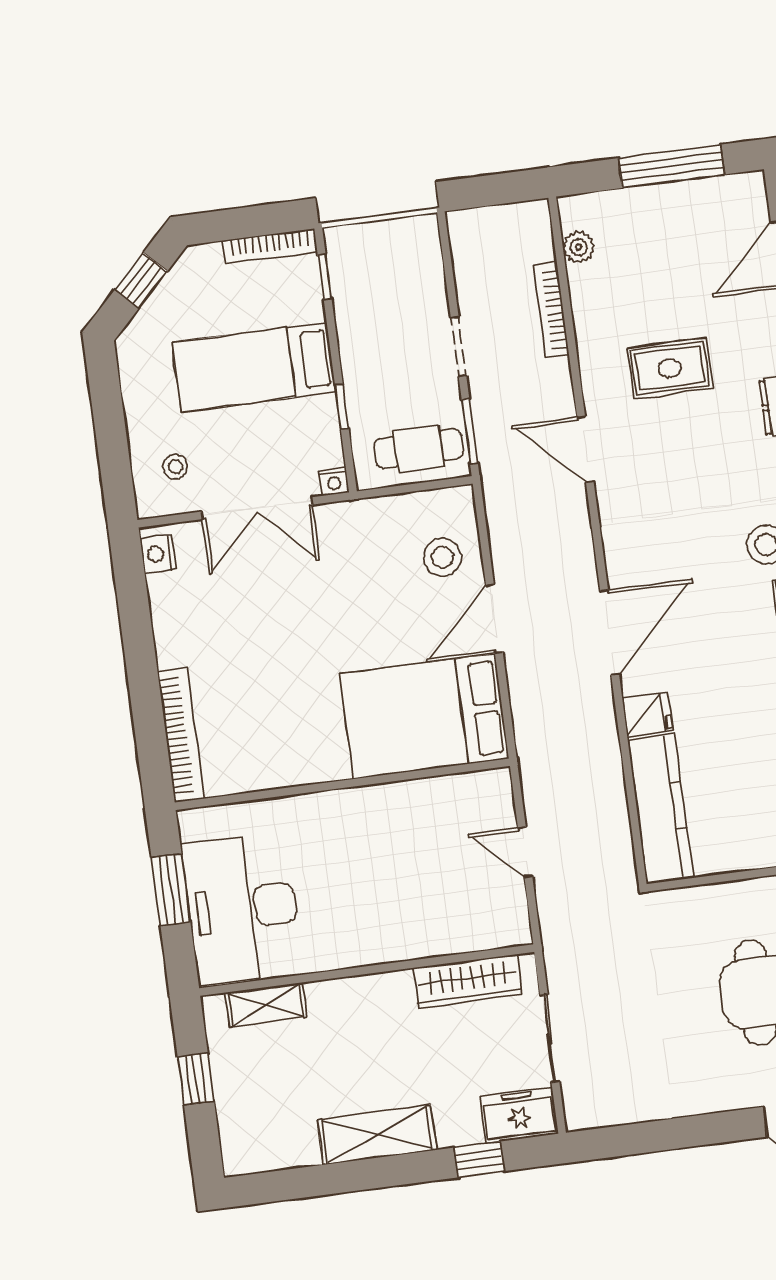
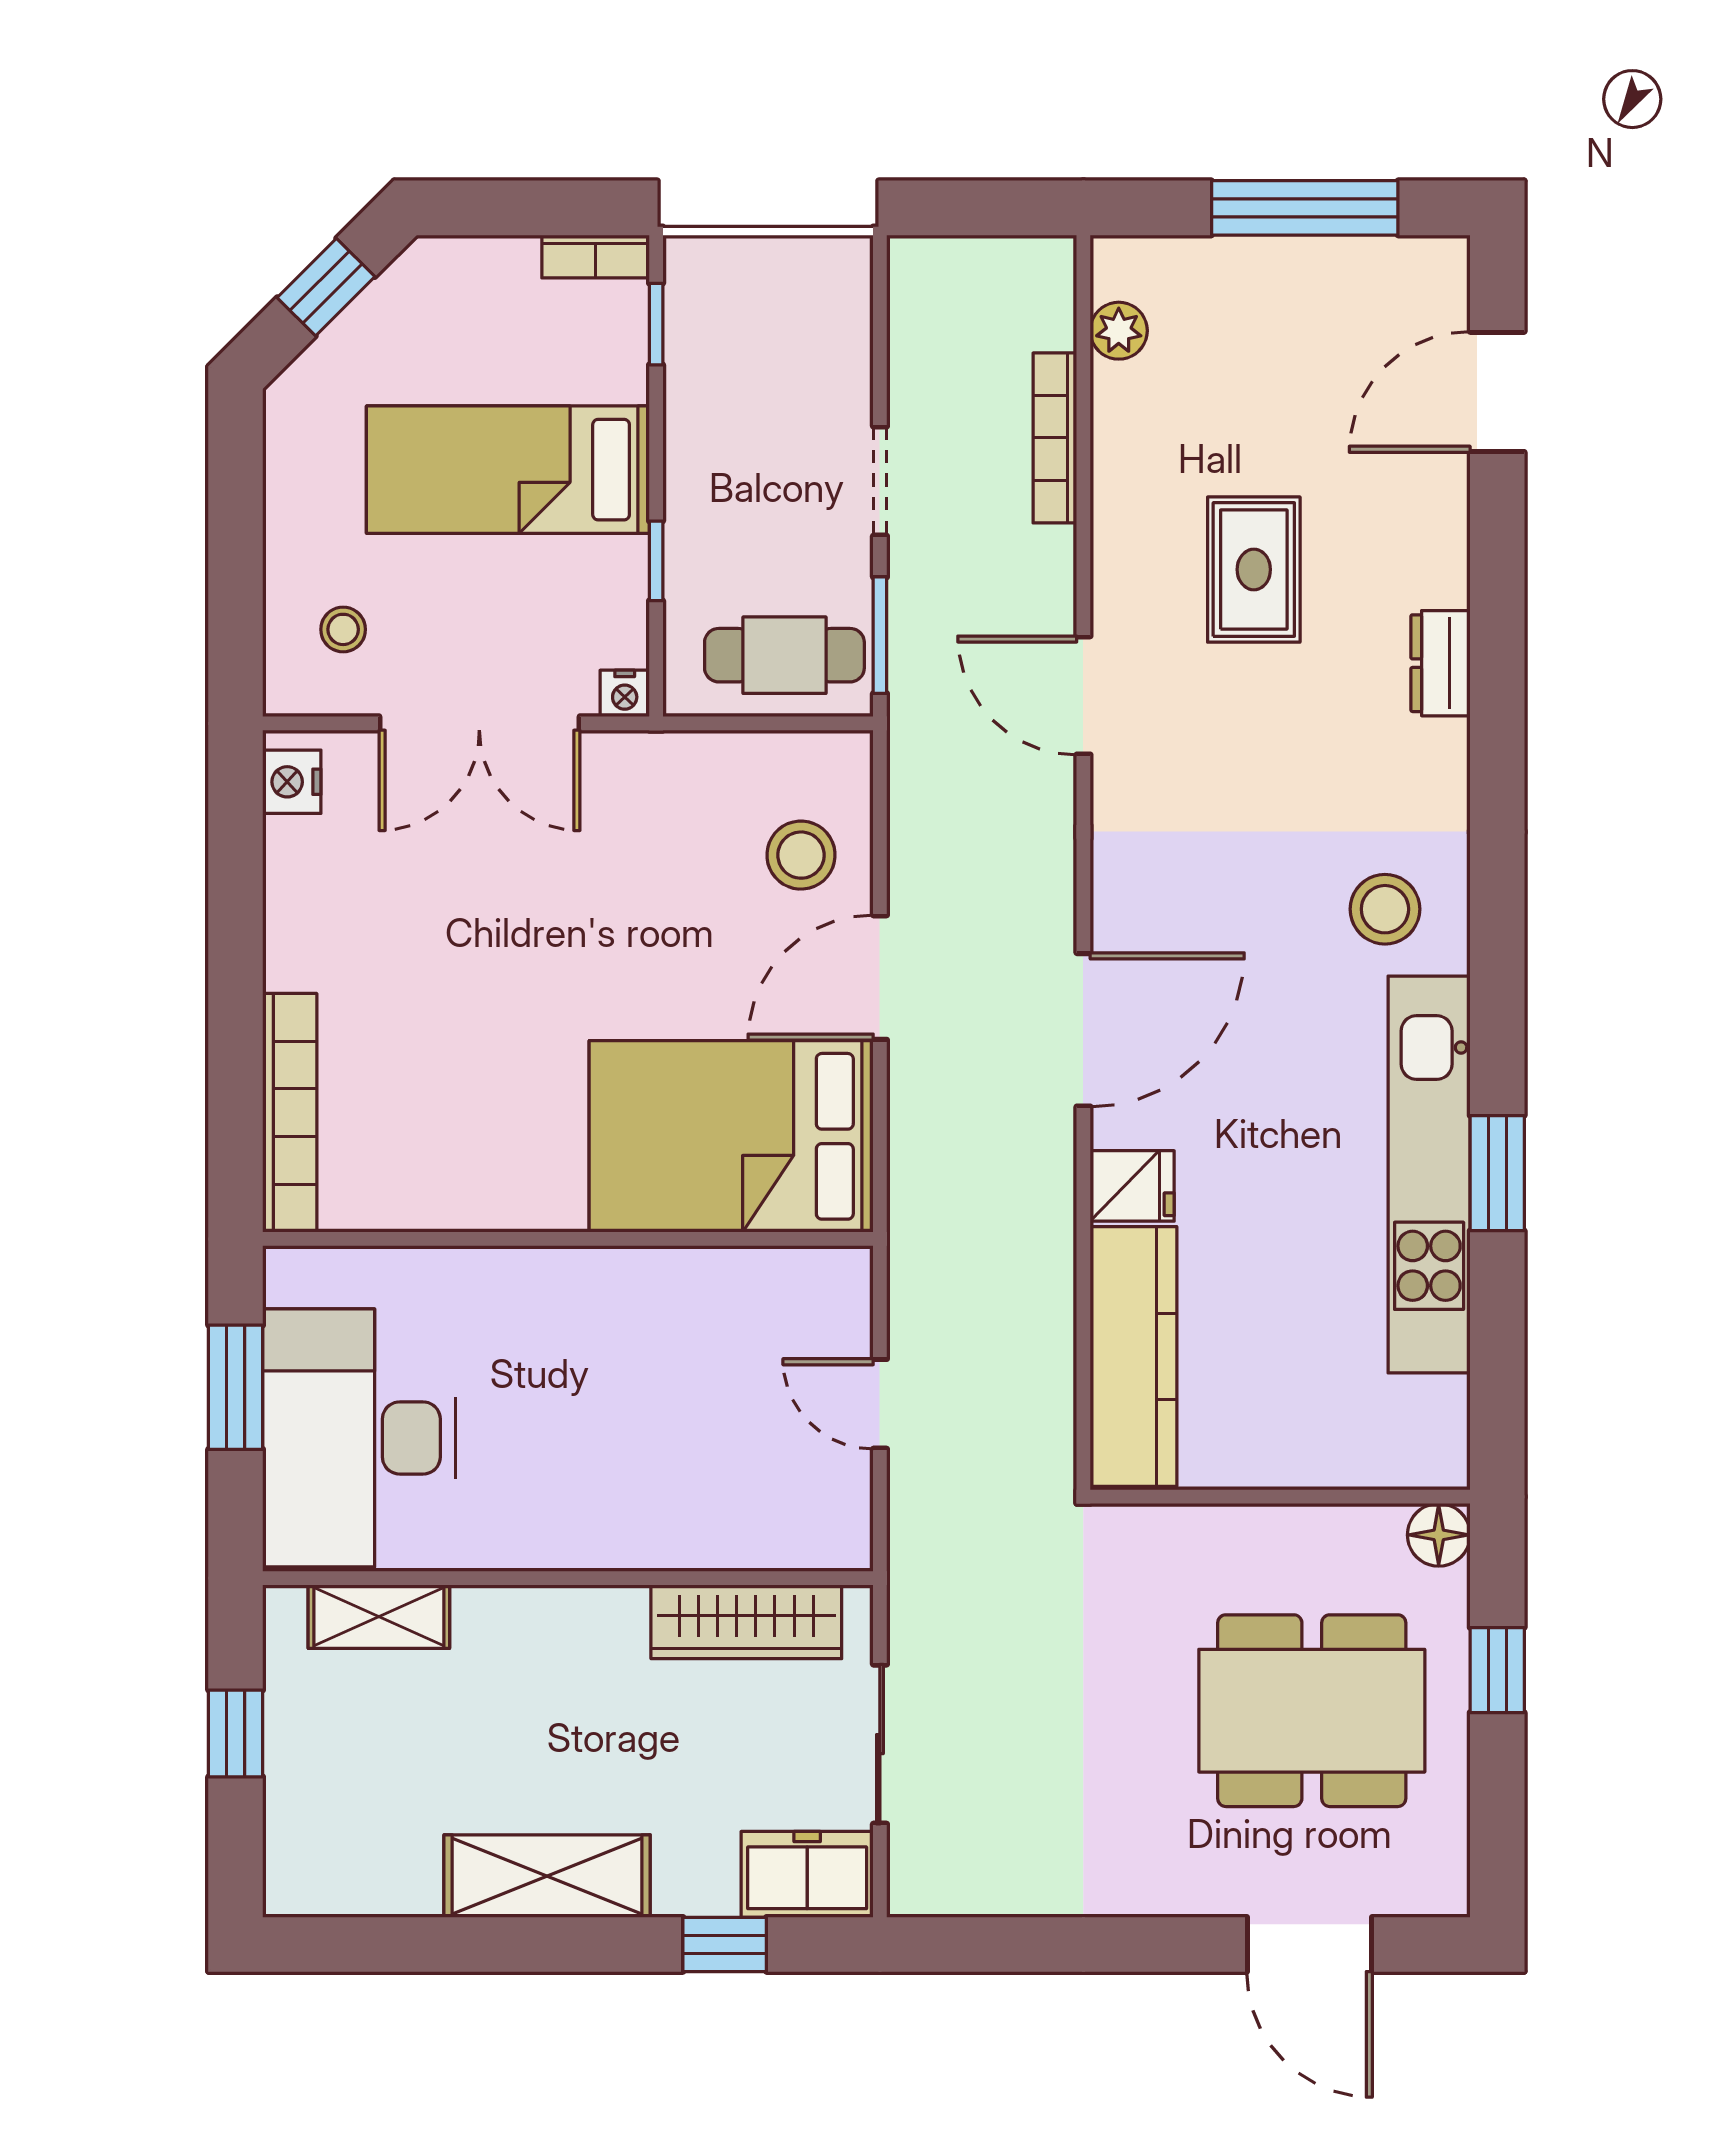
bookcase: (270, 246) -> (596, 256), width x0.64
rug: (670, 368) -> (1254, 570), turned 90

